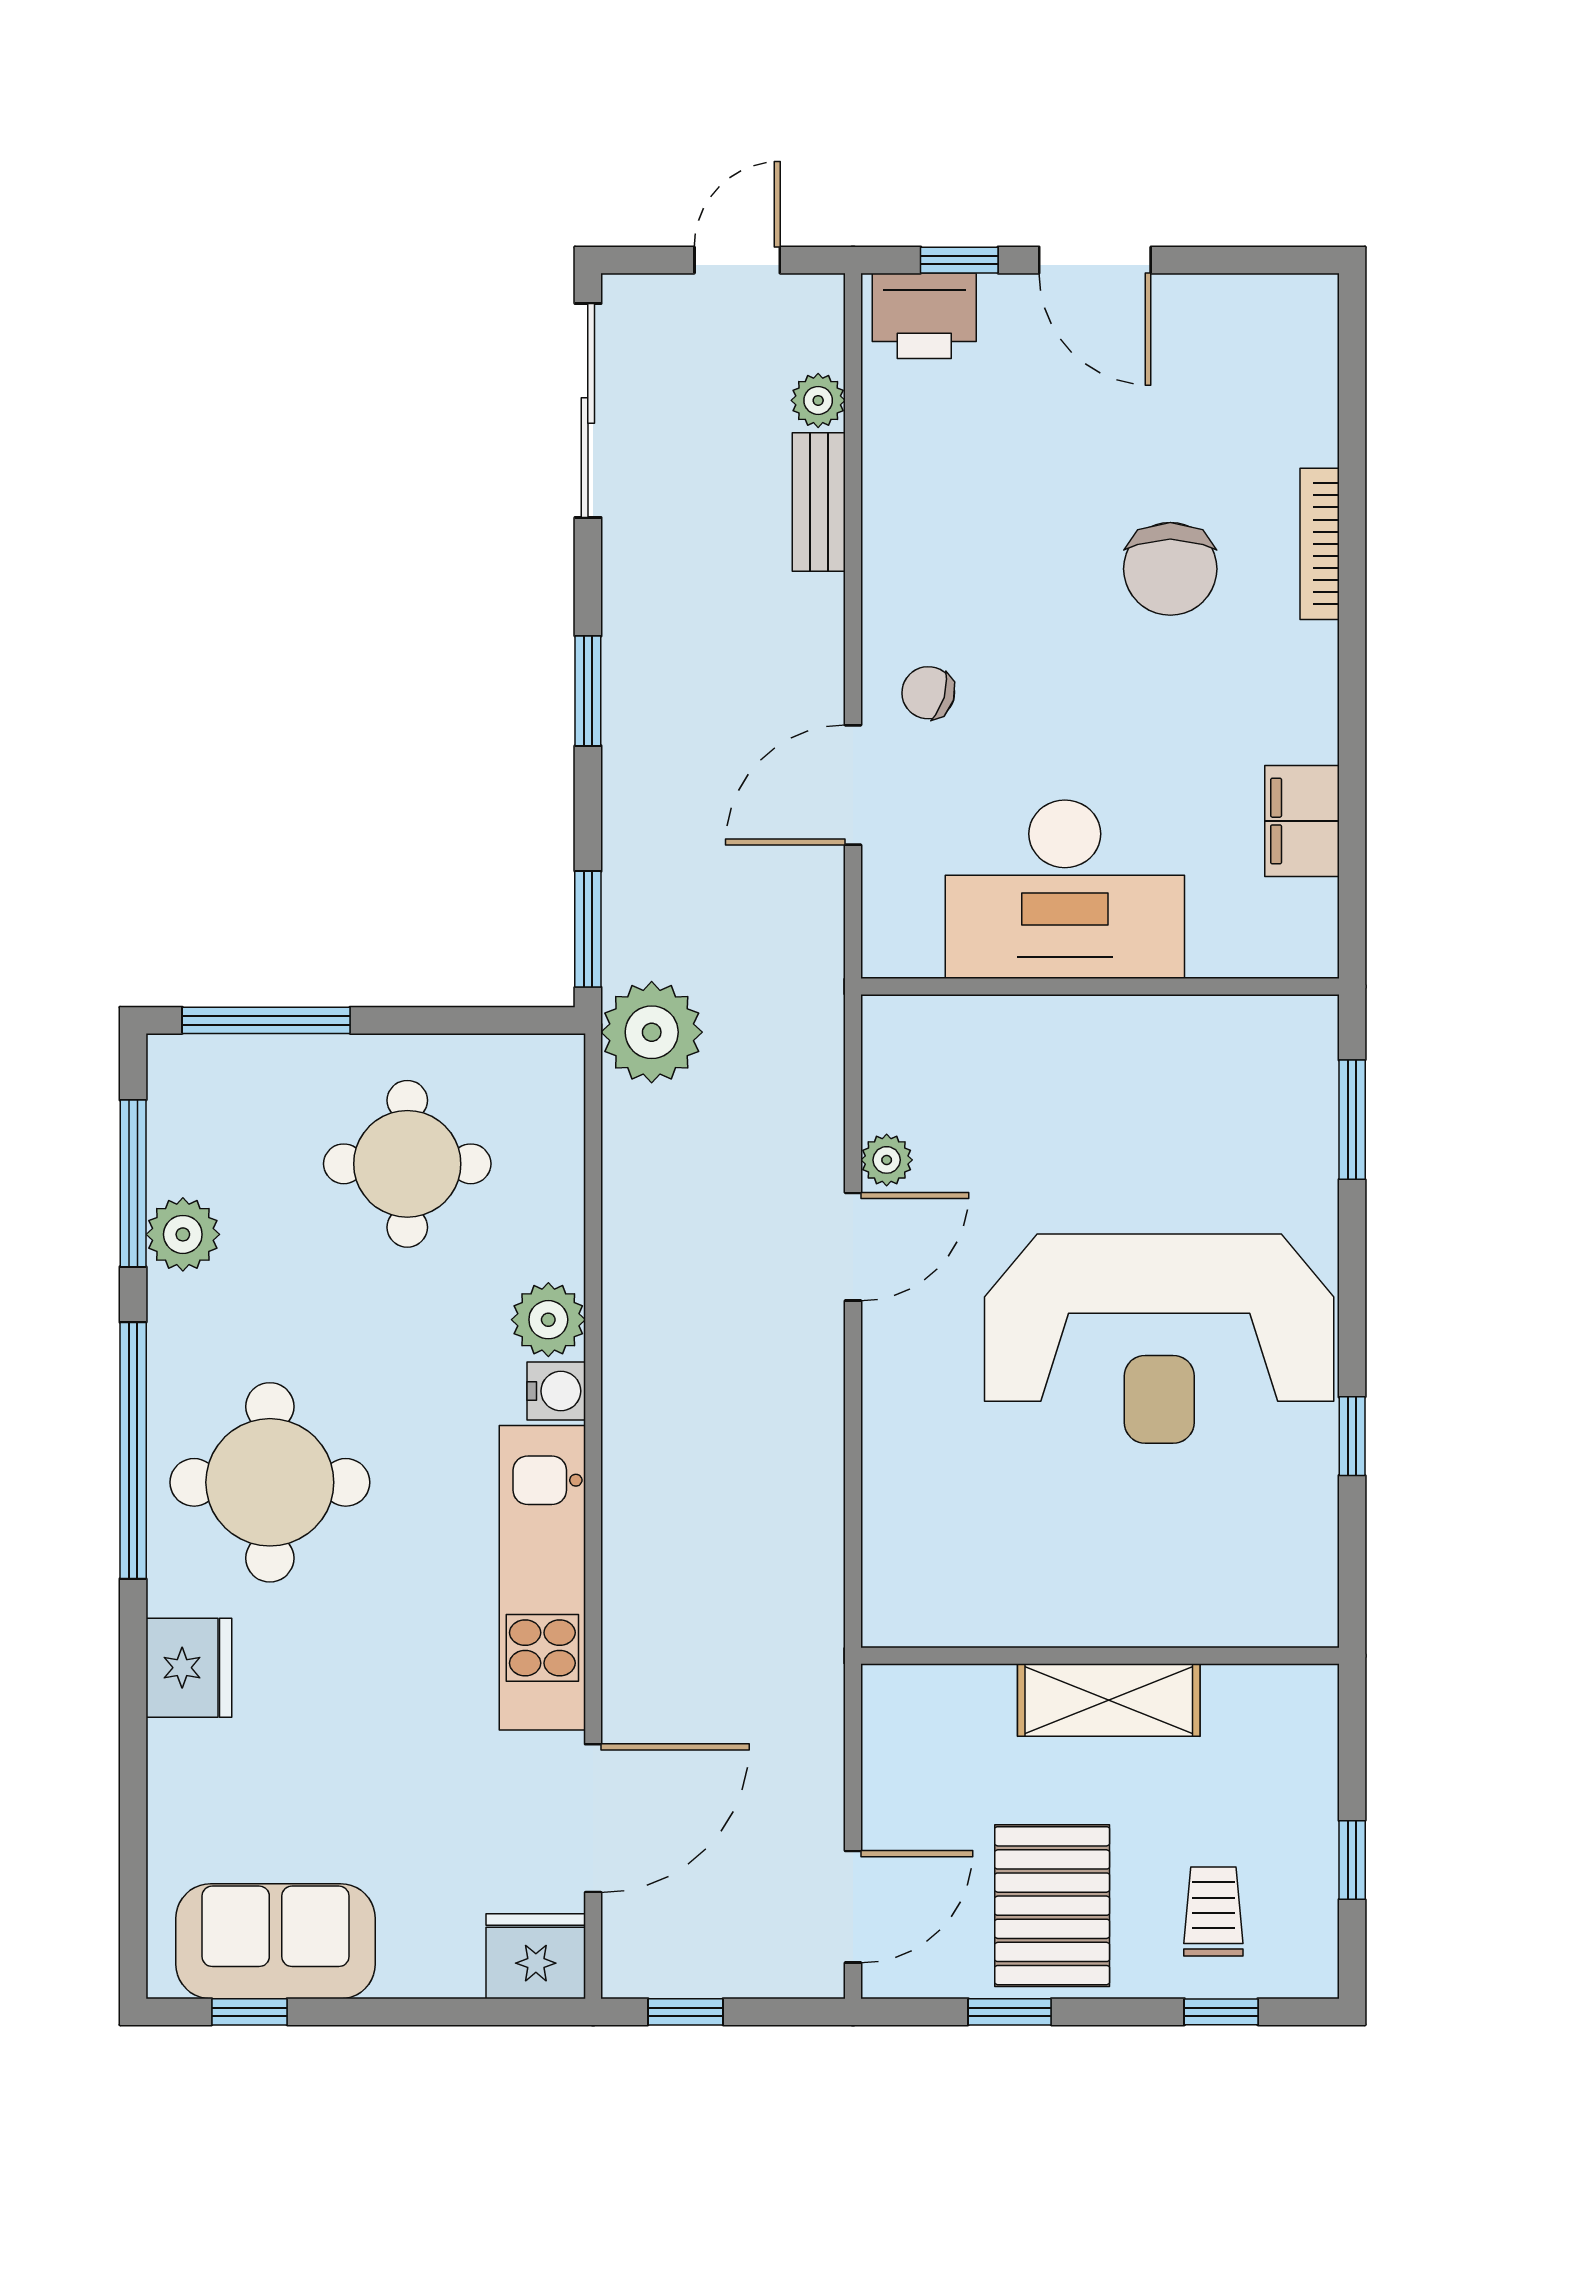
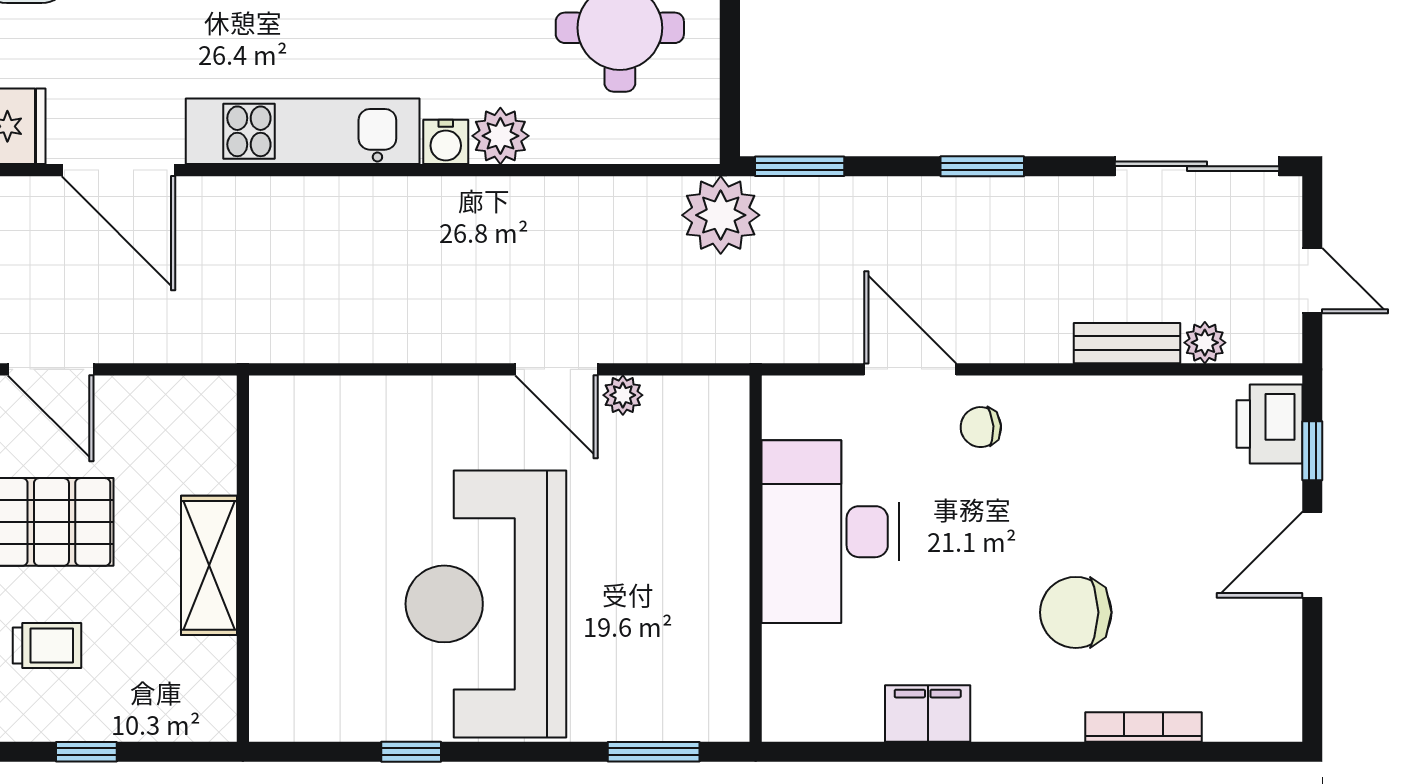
bookcase: (1320, 544) -> (1143, 727), moved
chair: (928, 693) -> (981, 427), turned -111
filing cabinet: (1302, 821) -> (928, 713), moved

